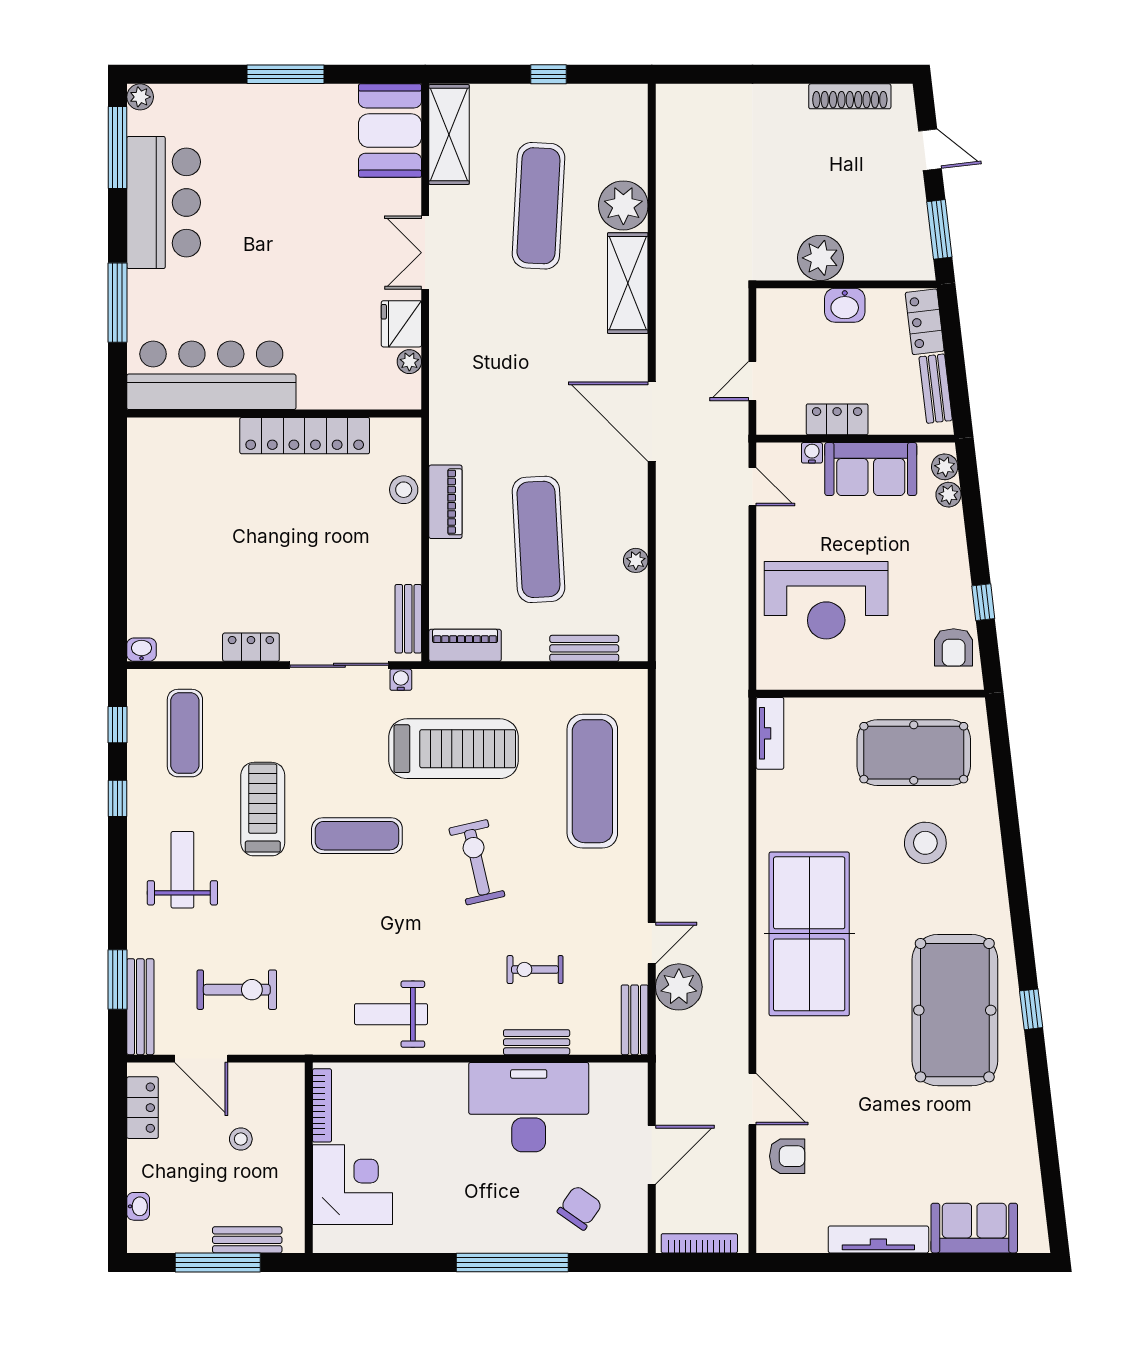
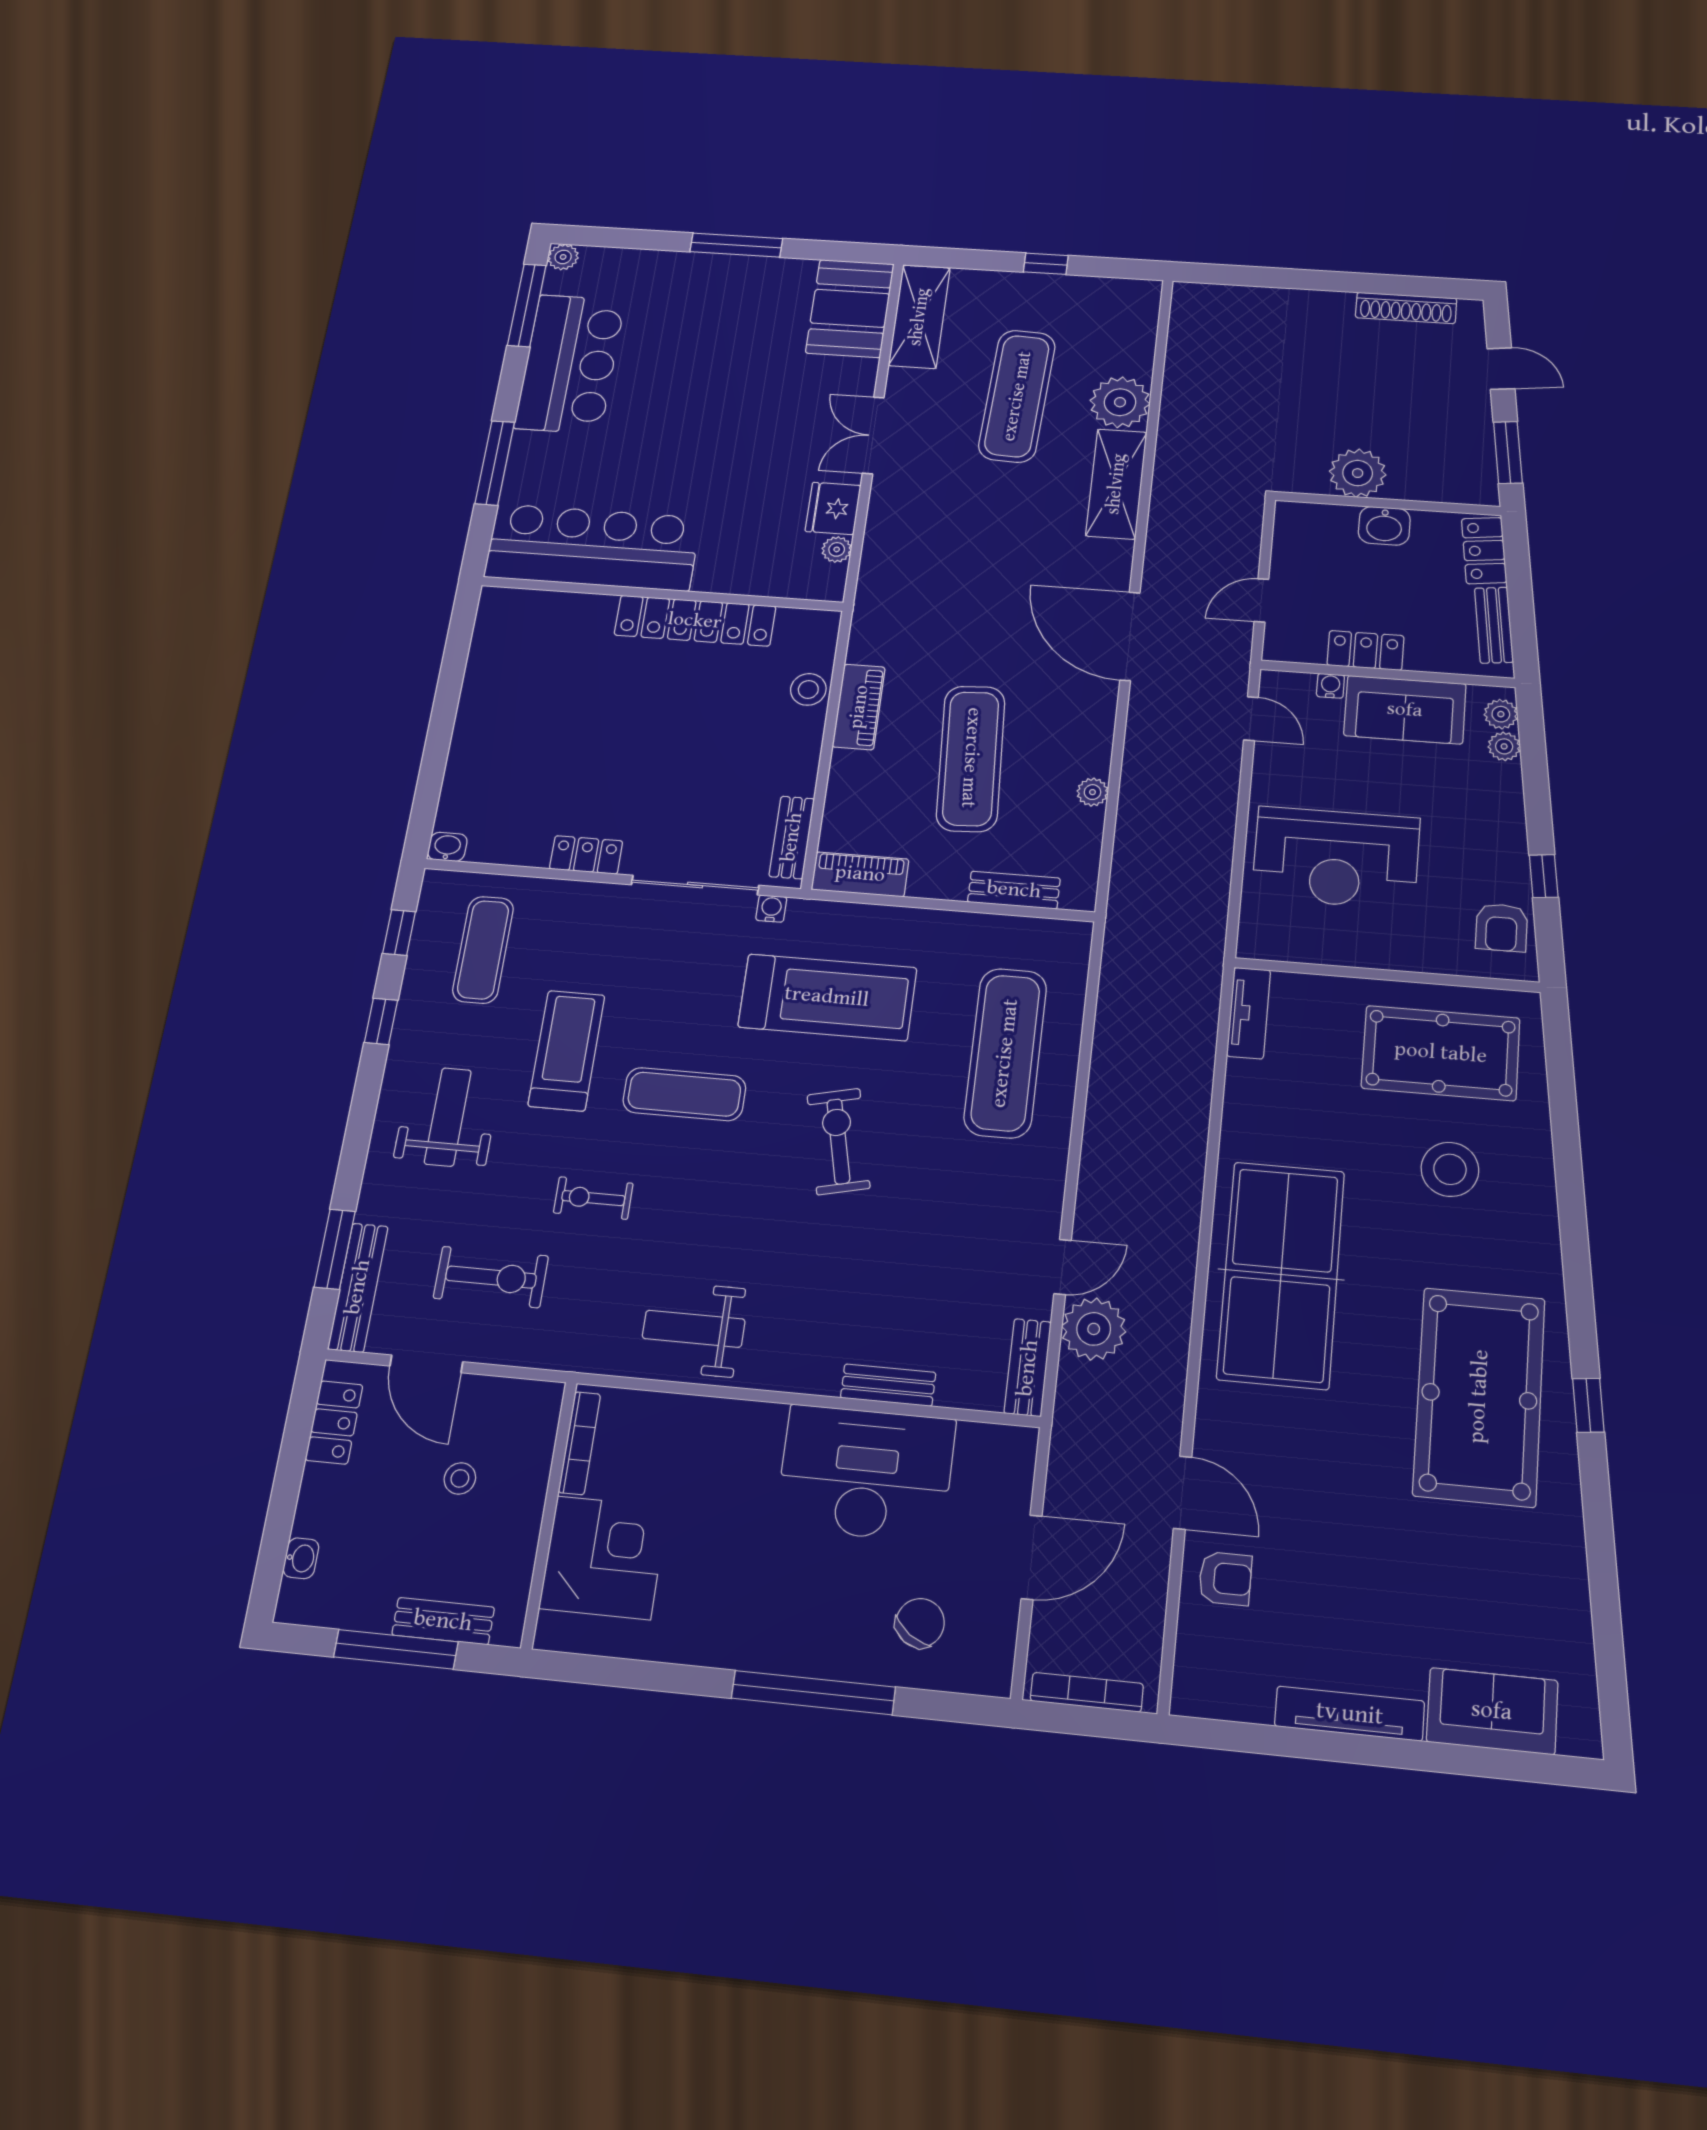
exercise bike: (535, 970) -> (593, 1198), moved

